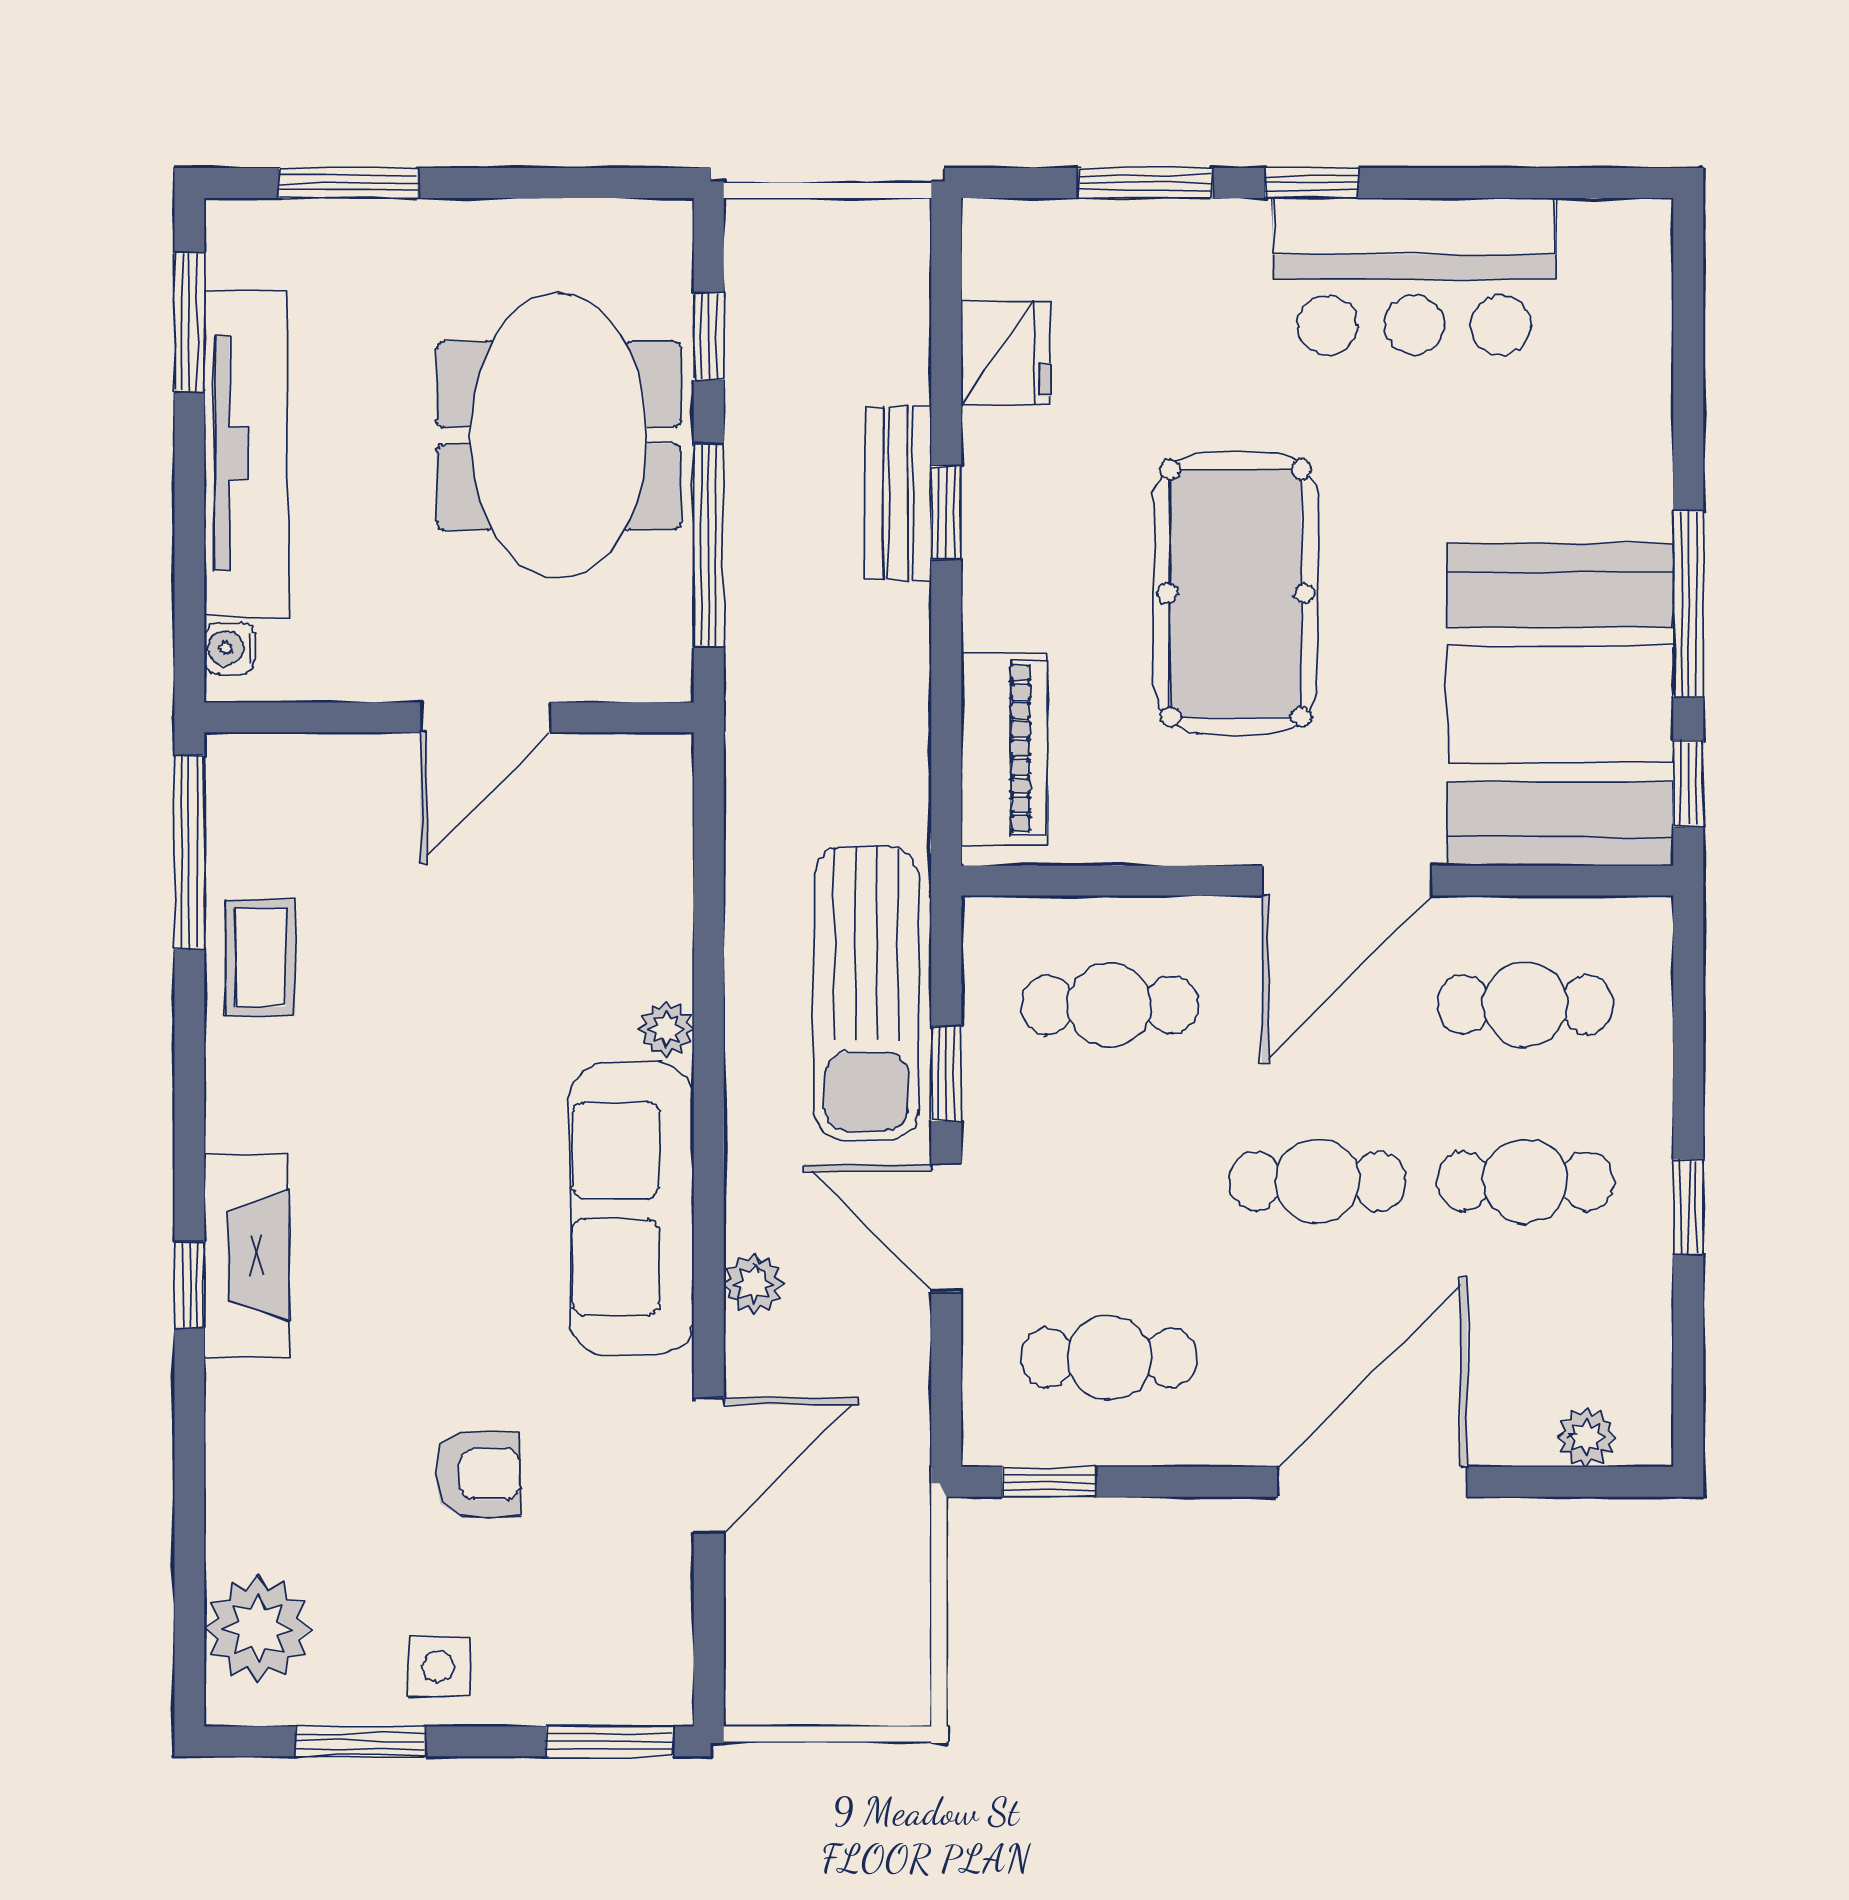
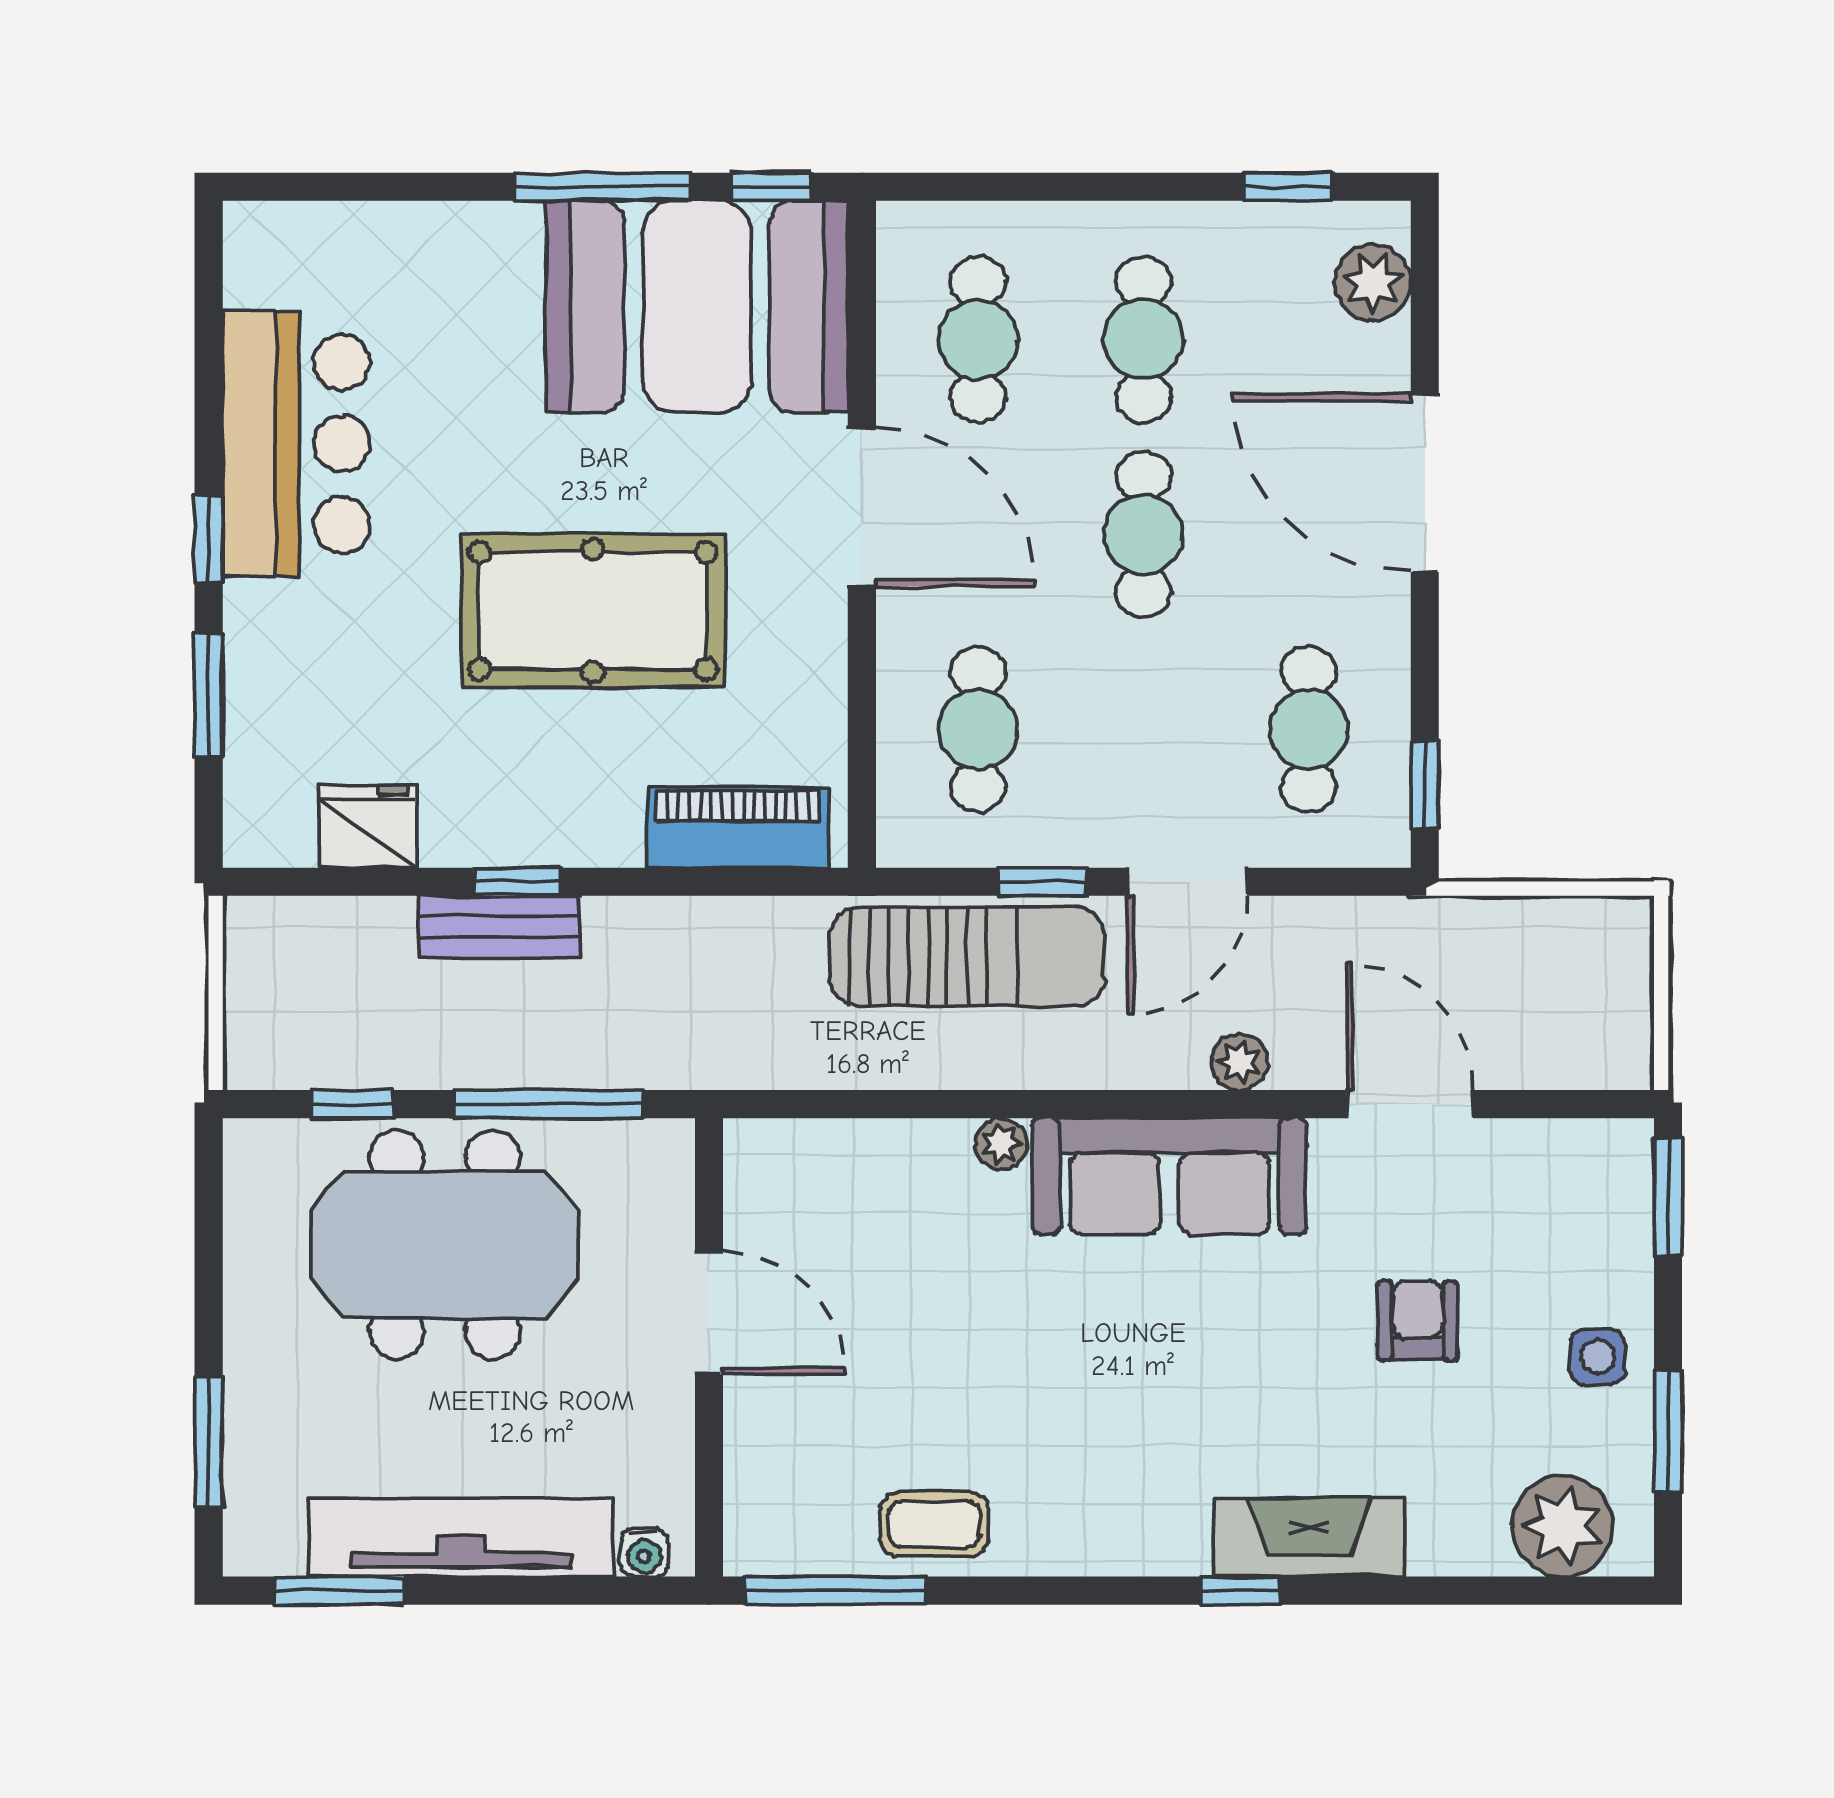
window: (1688, 1207) -> (1288, 187), moved
fireplace: (246, 1256) -> (1309, 1537), moved
plant: (1586, 1437) -> (1373, 282), width x1.38, depth x1.38

